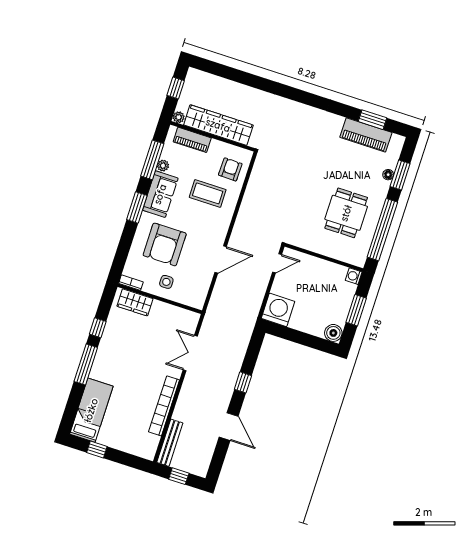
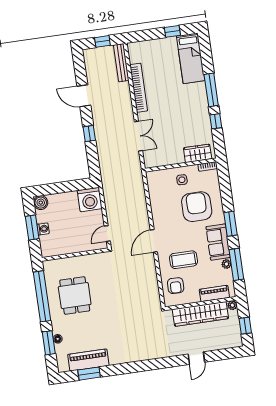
door: (247, 79) -> (196, 358), added
door: (221, 259) -> (154, 241), moved
washing machine: (354, 276) -> (43, 229), moved

